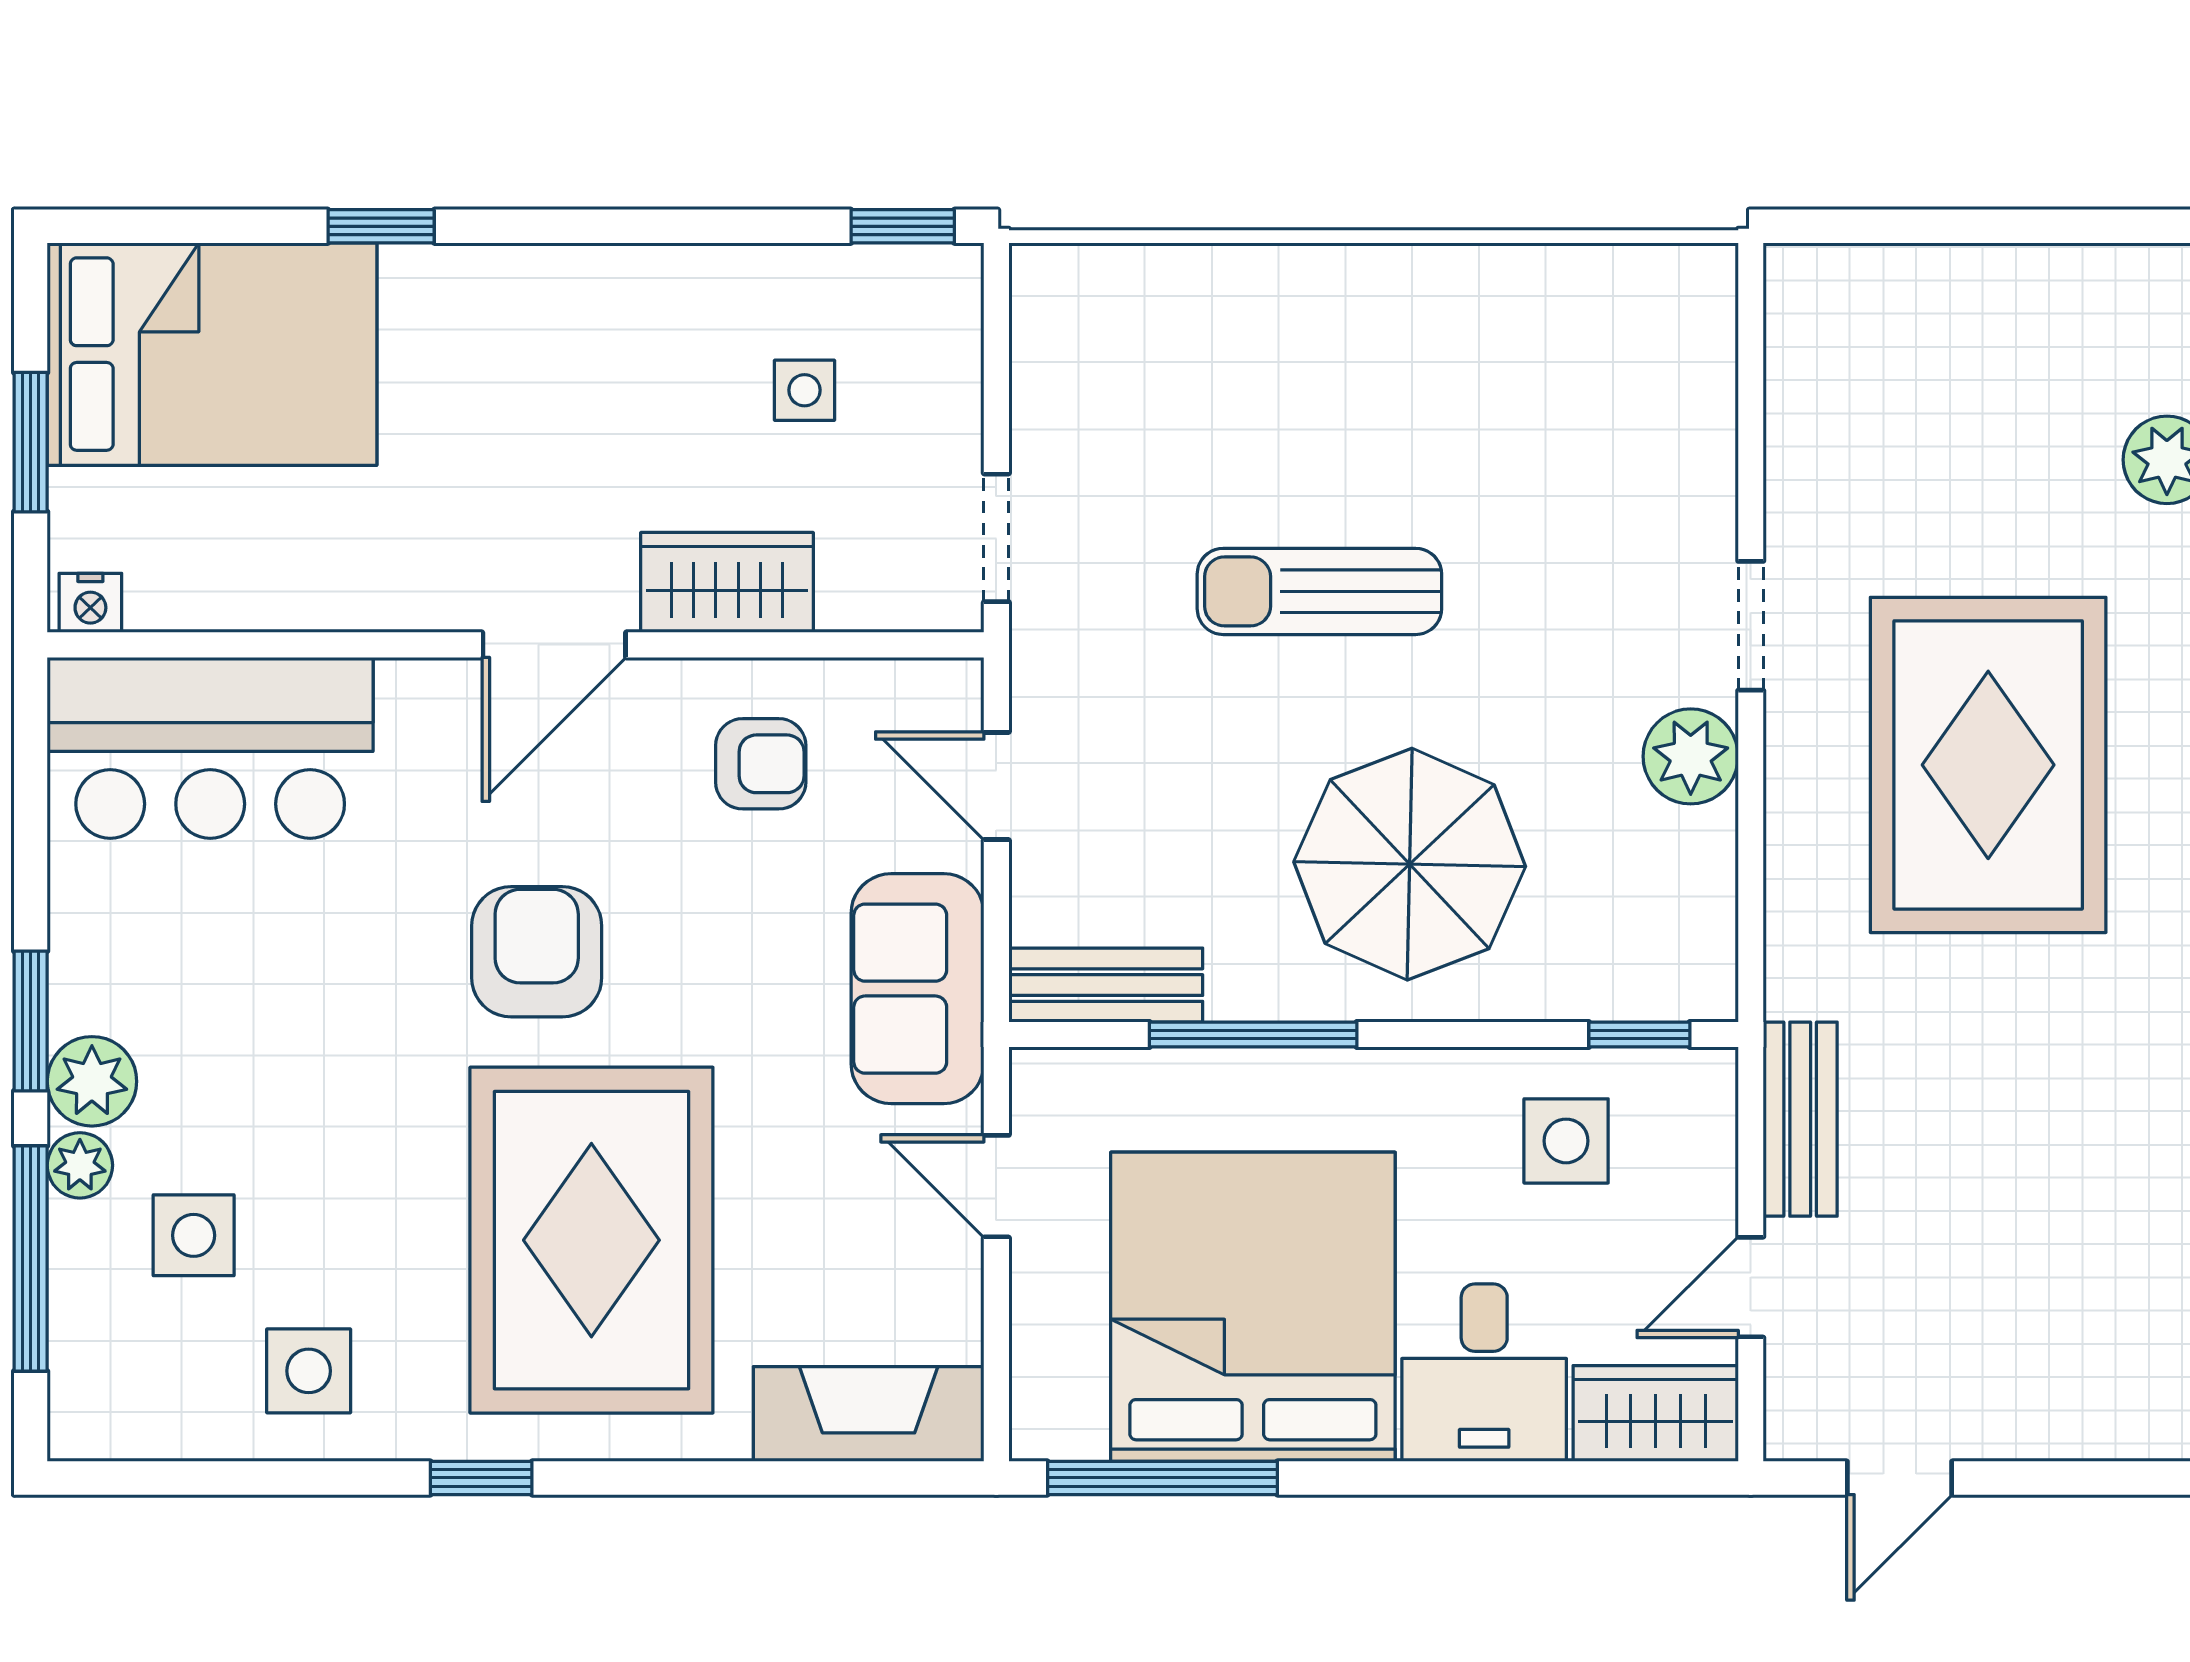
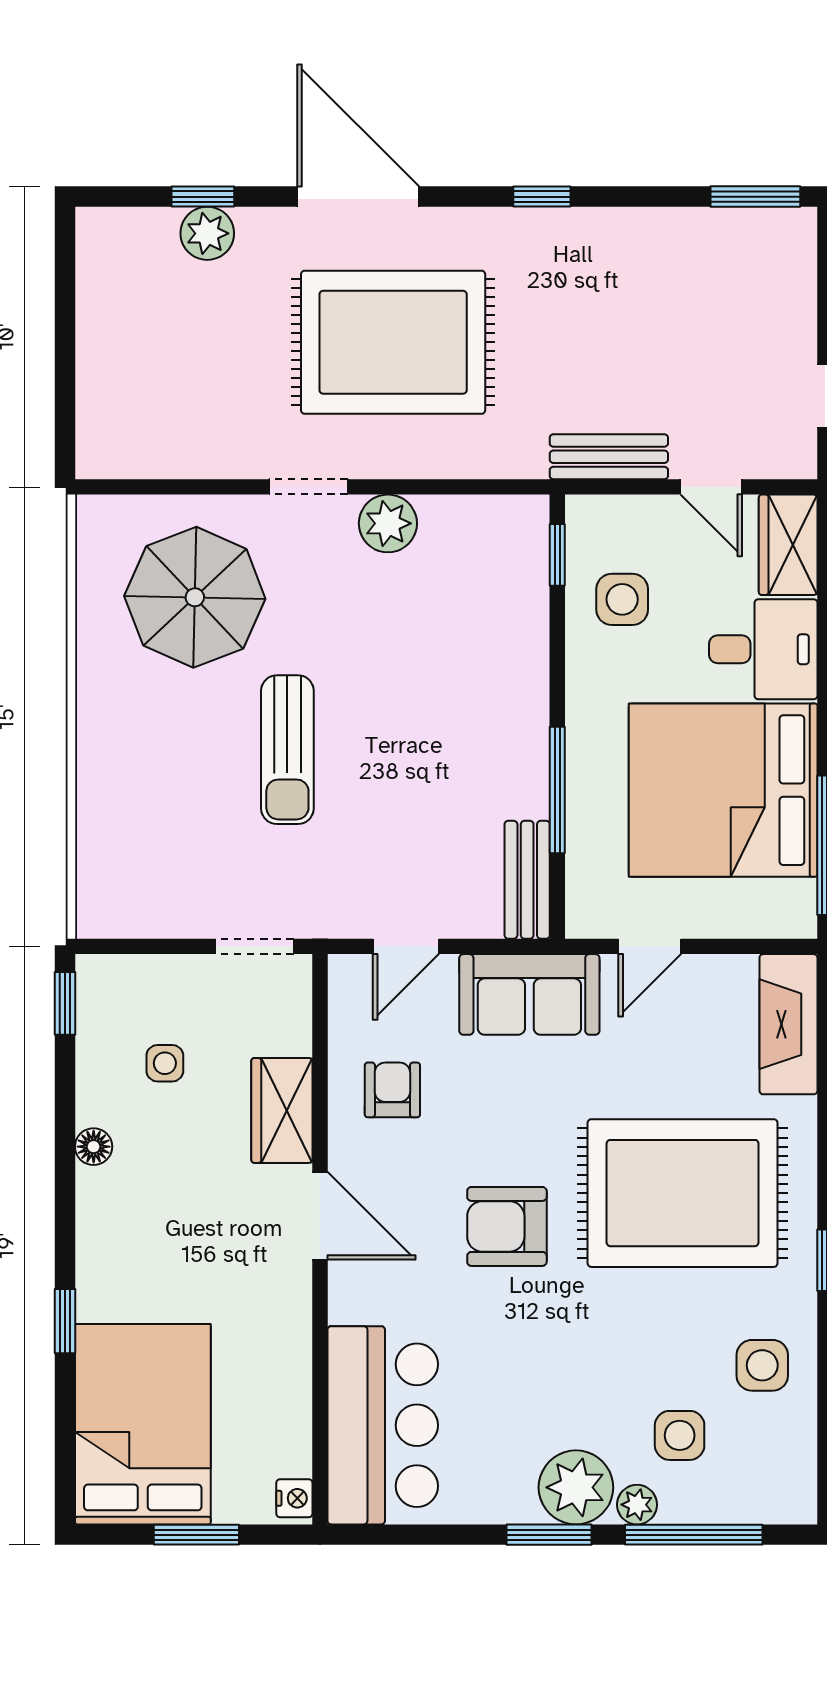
floor lamp: (668, 273) -> (94, 1147), added
parasol: (1410, 864) -> (195, 597), moved
plant: (92, 1081) -> (576, 1487), width x1.36, depth x1.36

